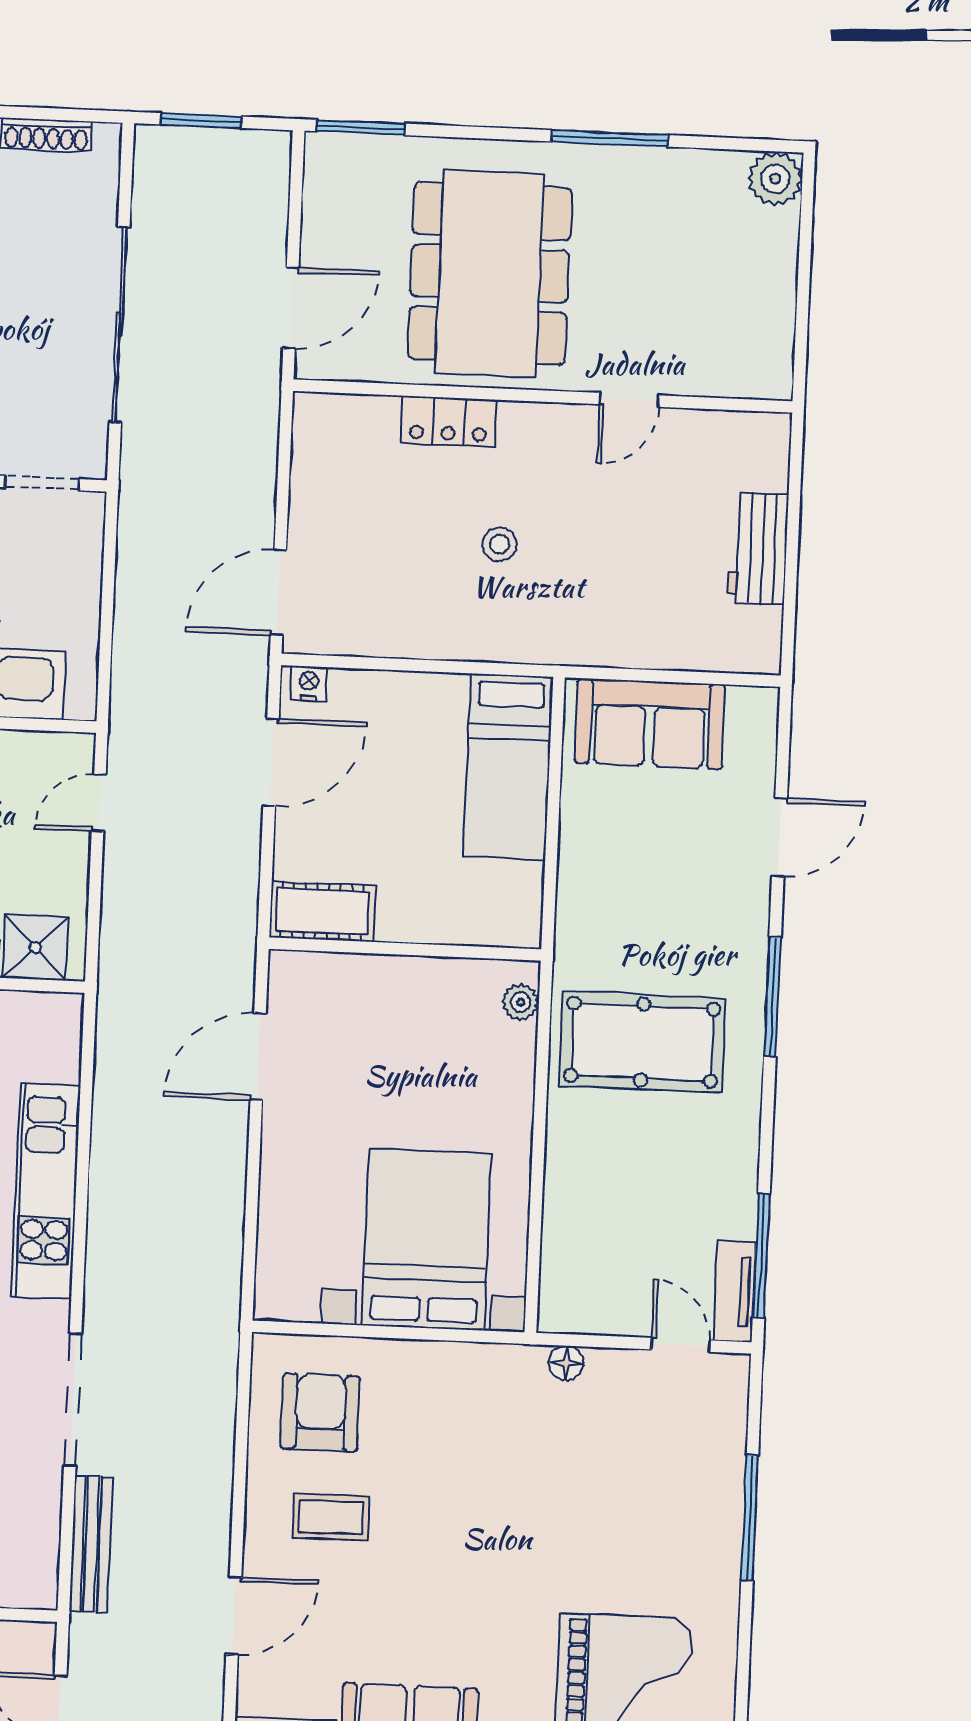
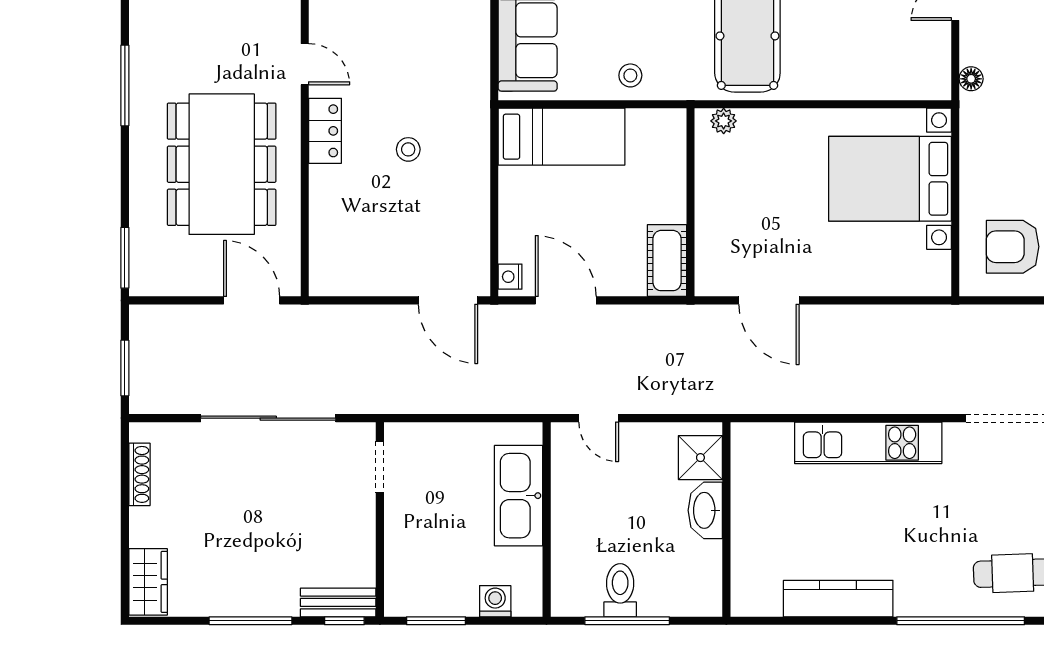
dining table: (490, 273) -> (222, 164), turned 90
locker: (448, 421) -> (325, 131), moved
stool: (592, 870) -> (630, 75), added

